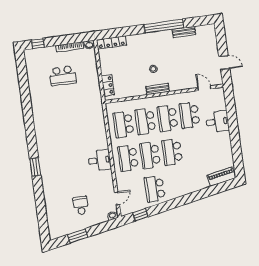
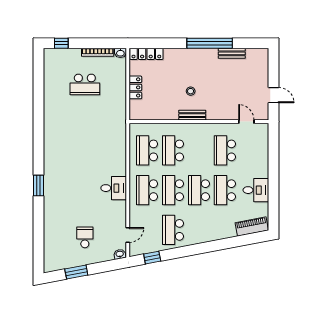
locker: (108, 85) -> (135, 87), moved
school desk: (167, 118) -> (225, 190), moved
desk: (217, 122) -> (256, 190), moved

